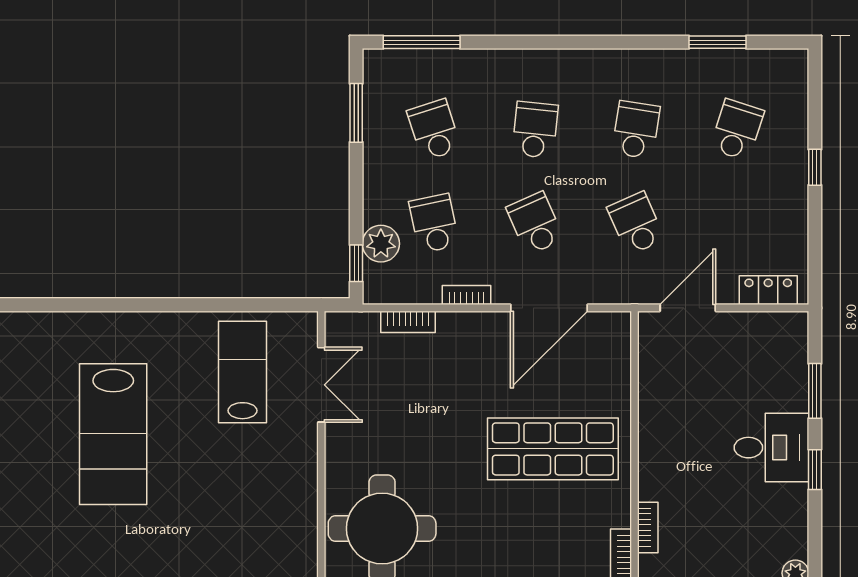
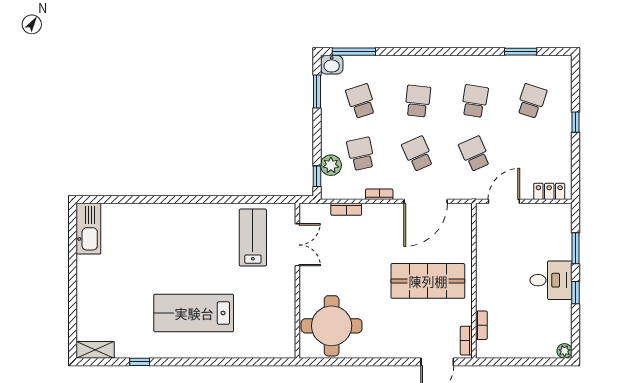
washbasin: (382, 65) -> (332, 65), added
lab bench: (113, 434) -> (194, 313), moved, turned 90

